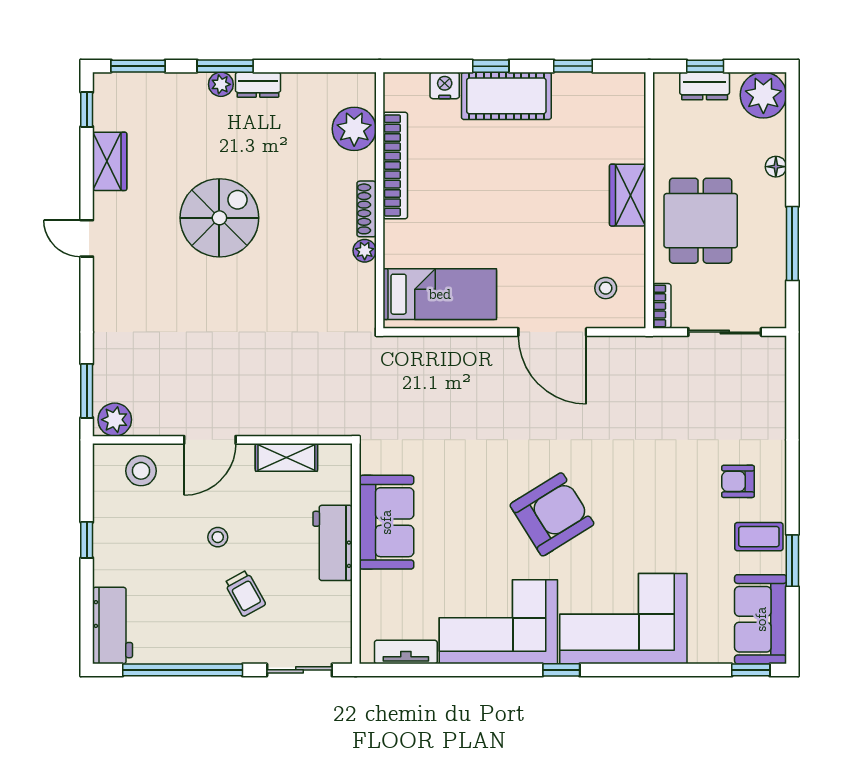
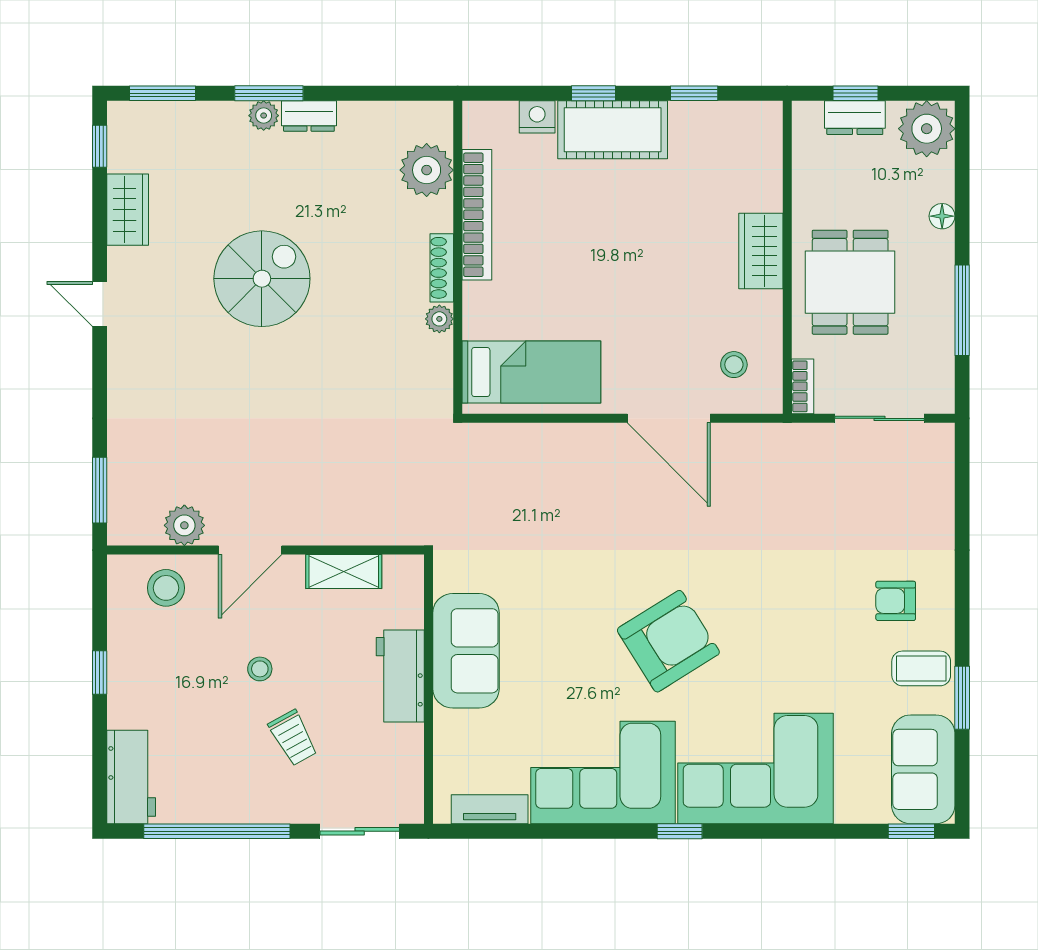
plant: (115, 420) -> (184, 525), moved

